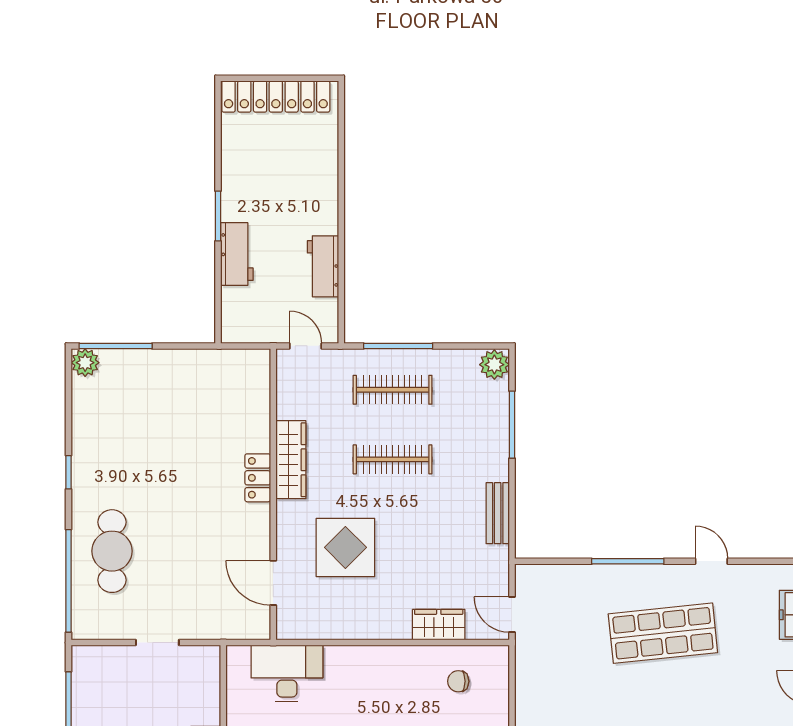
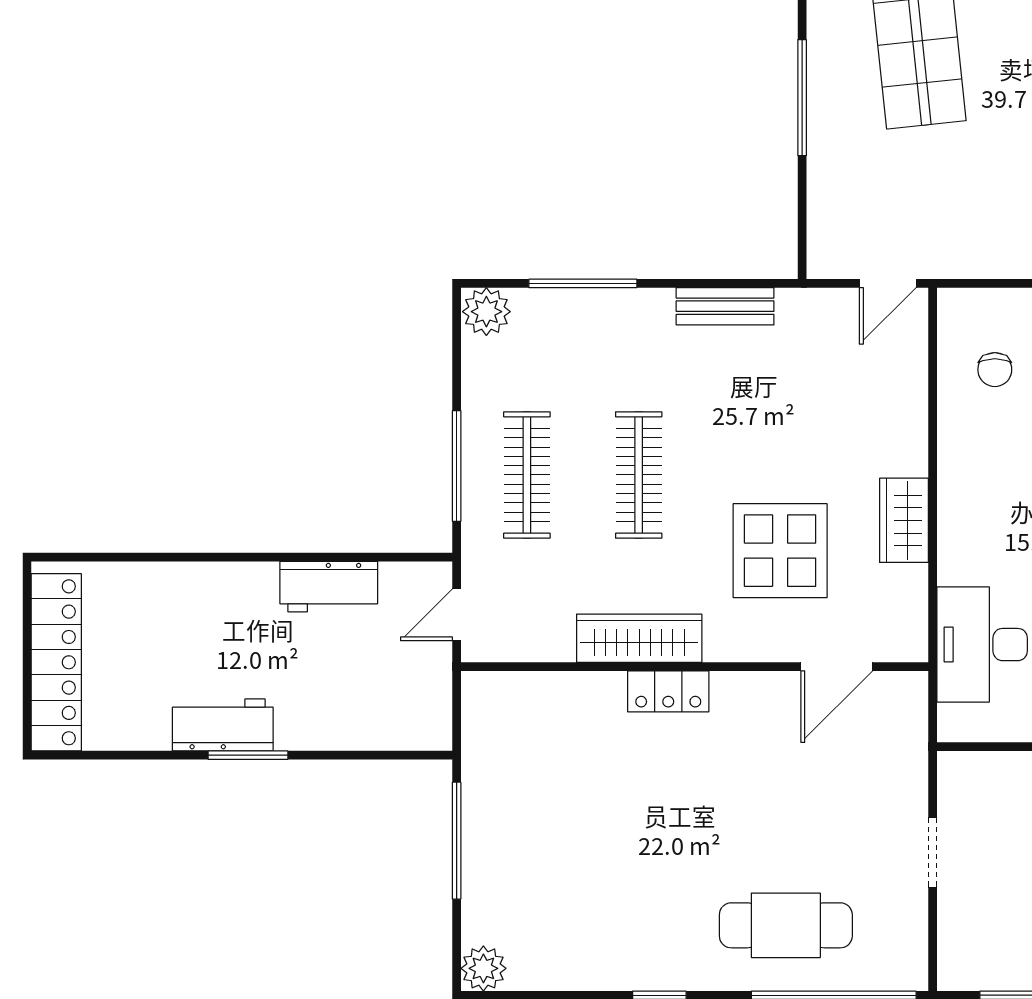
workbench: (237, 254) -> (223, 725), moved
window: (116, 346) -> (457, 841), moved
wardrobe: (439, 625) -> (904, 520), moved

